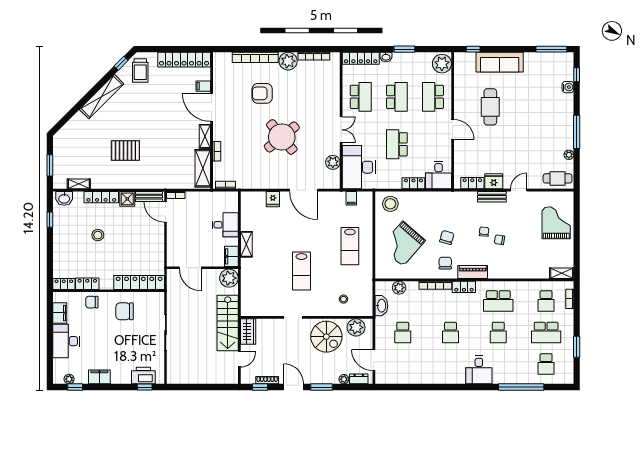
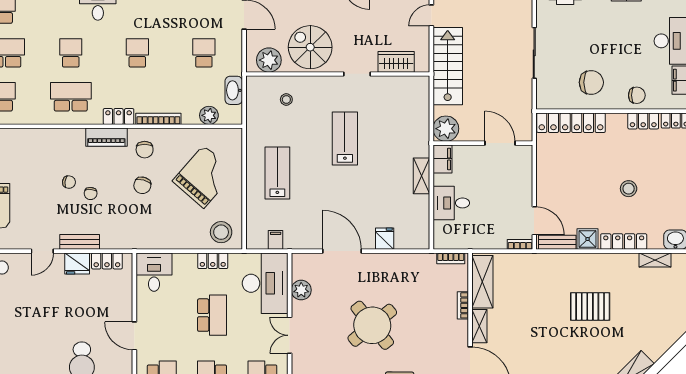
locker: (413, 183) -> (213, 261), moved
wardrobe: (248, 331) -> (396, 62), moved, turned 90

